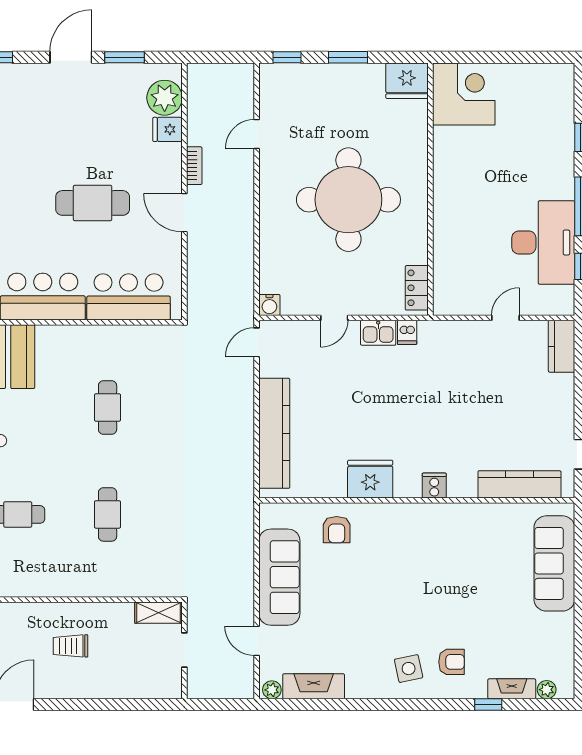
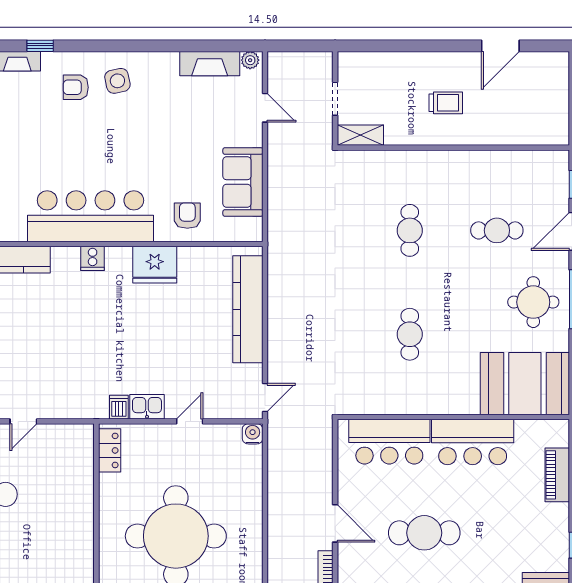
bar counter: (436, 529) -> (90, 216), added
sofa: (279, 577) -> (243, 182), width x0.73

